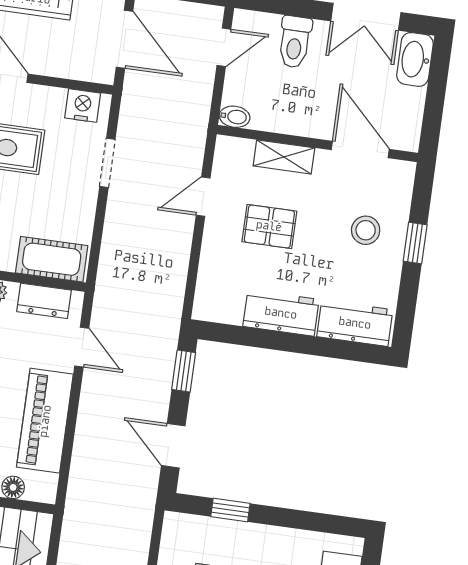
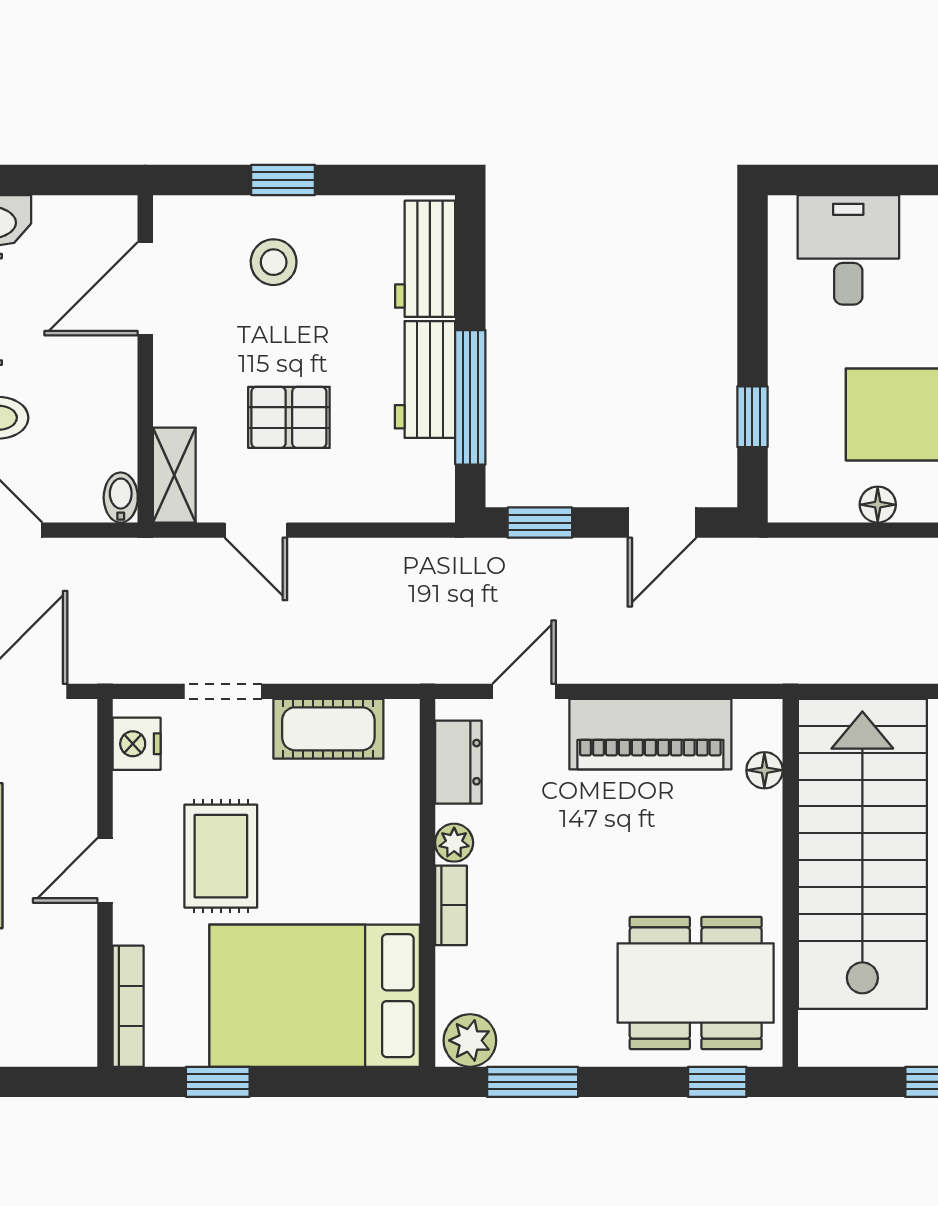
shelving: (284, 157) -> (174, 475), moved
pallet: (269, 226) -> (289, 417), turned 90
cot: (52, 259) -> (328, 729), moved, turned 90
window: (266, 339) -> (470, 397), added

